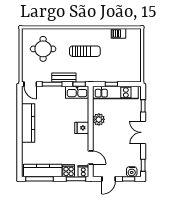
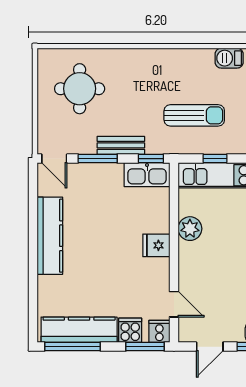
sun lounger: (85, 51) -> (194, 115), moved

